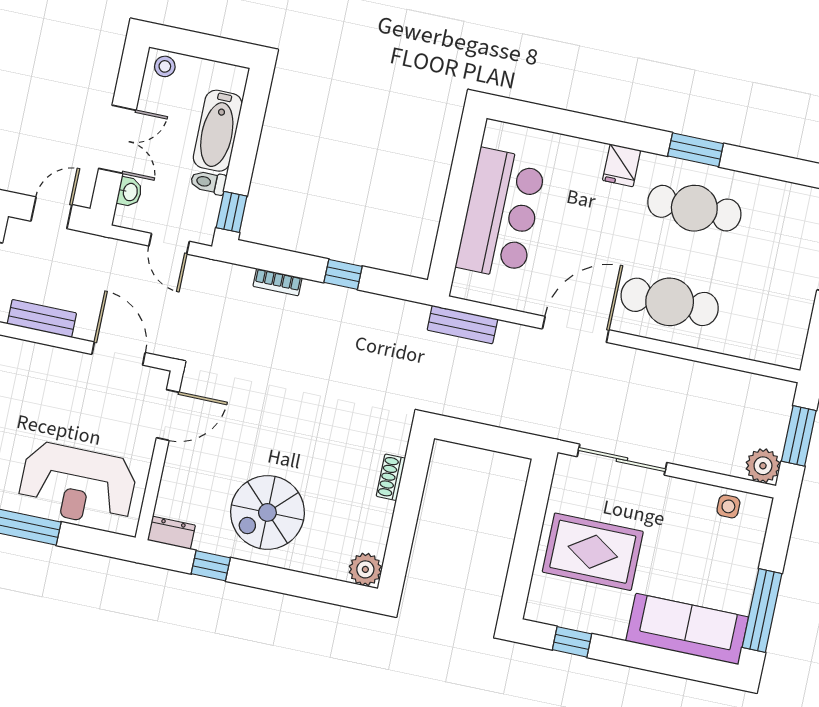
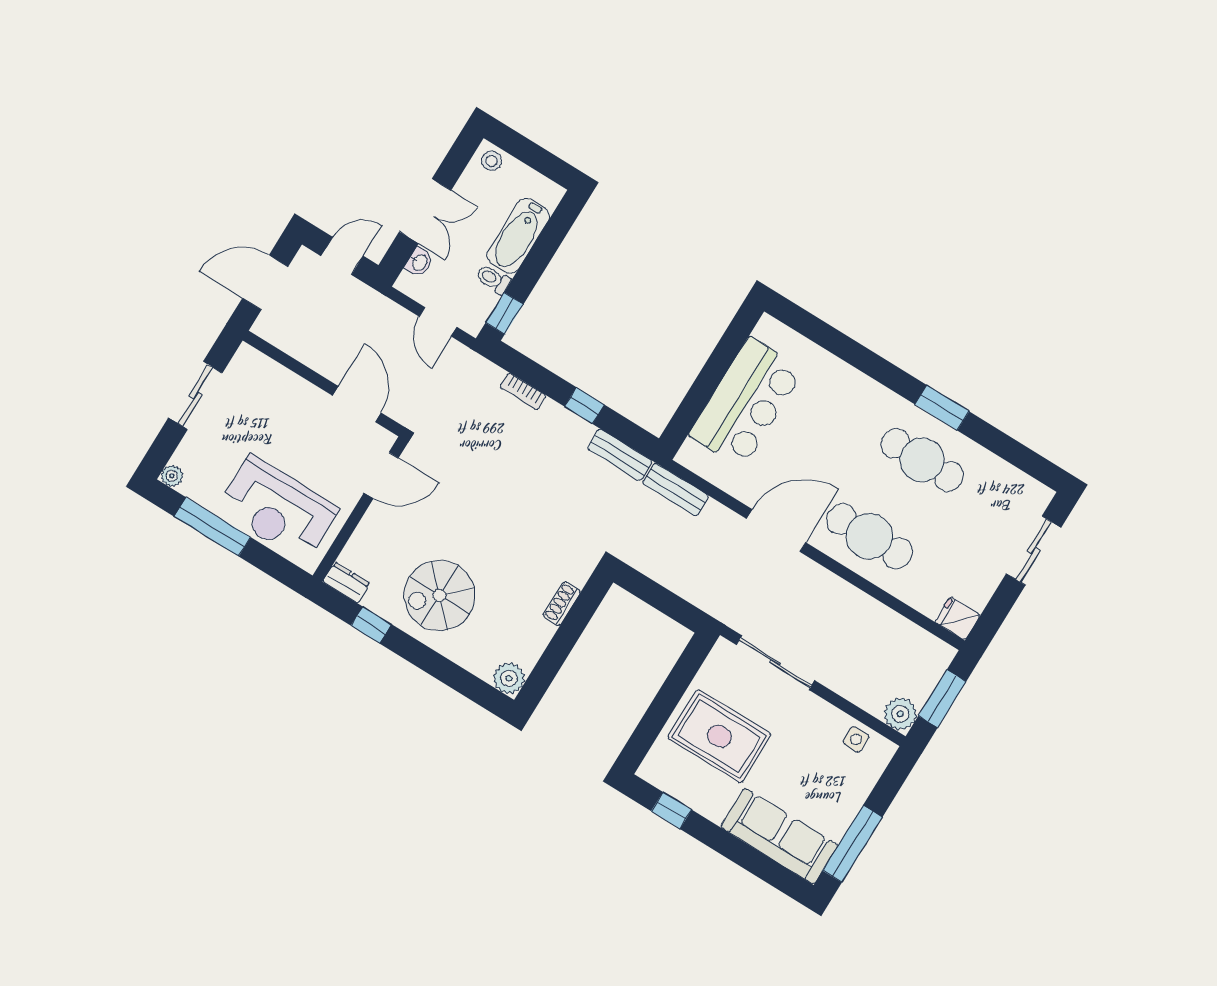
fridge: (622, 165) -> (958, 618), moved, turned 90
bench: (42, 318) -> (620, 455), moved

